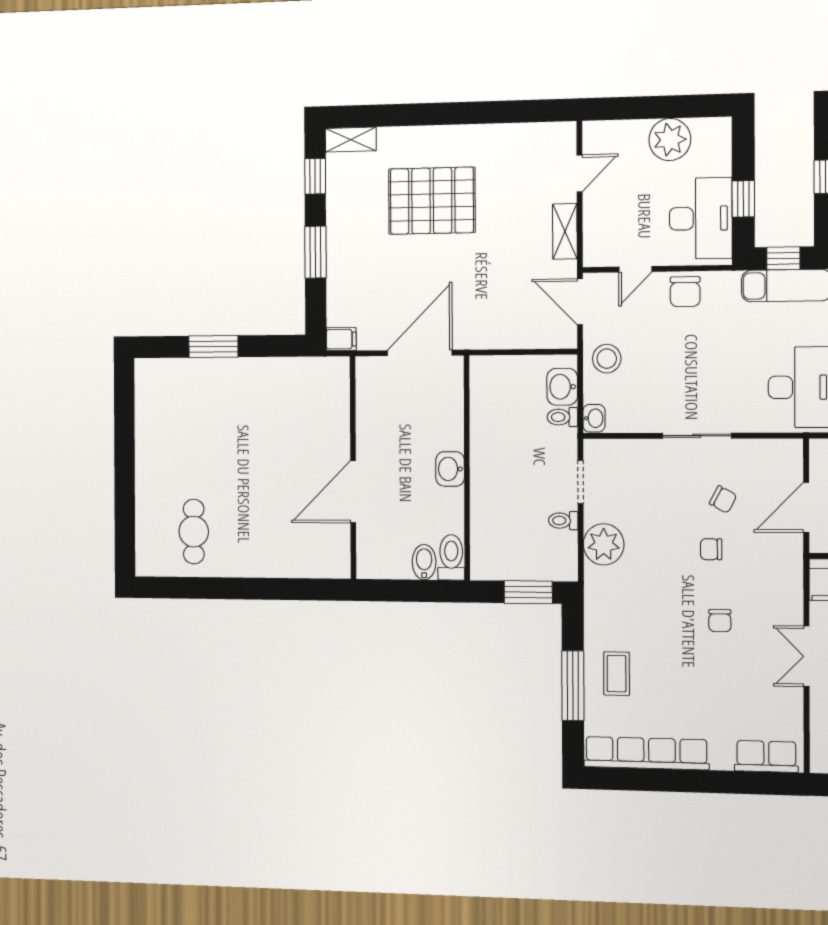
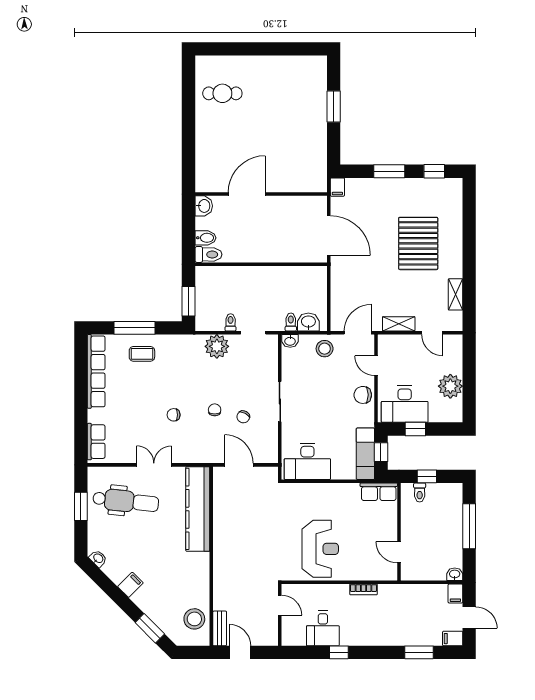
shelving: (351, 140) -> (455, 294), moved
washbasin: (450, 469) -> (204, 206), moved, turned 90
door: (353, 492) -> (247, 194), hinge flipped

